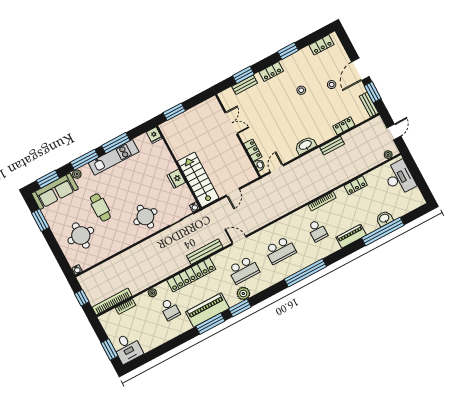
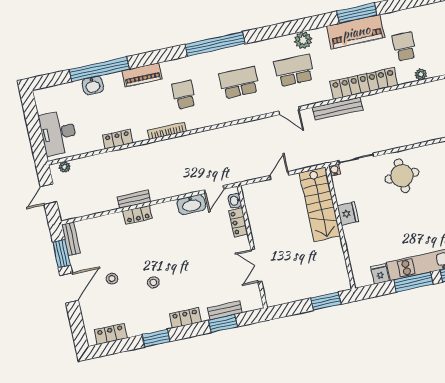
locker: (344, 126) -> (138, 215), moved
fridge: (154, 135) -> (380, 274), moved
washbasin: (305, 145) -> (191, 205), moved
window: (240, 308) -> (313, 23), removed

